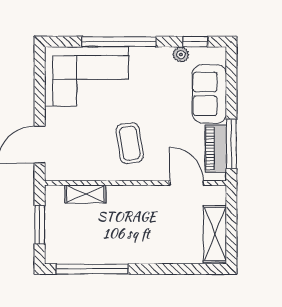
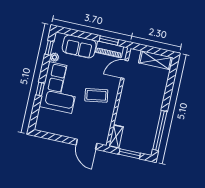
window: (119, 42) -> (40, 89), width x0.32
corner sofa: (86, 76) -> (60, 88), moved
window: (231, 144) -> (109, 41), width x0.69
shelving: (85, 194) -> (116, 136), moved

